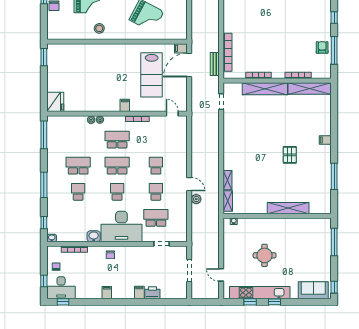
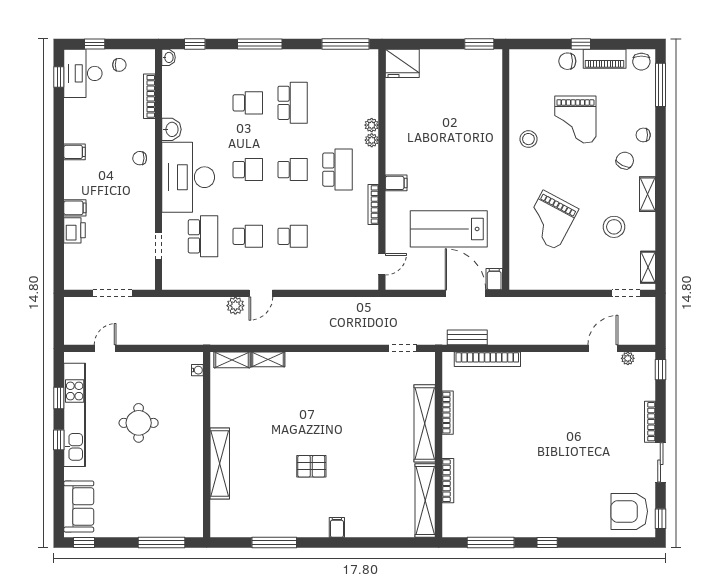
armchair: (322, 47) -> (496, 522), removed
school desk: (117, 166) -> (293, 170), width x0.54

